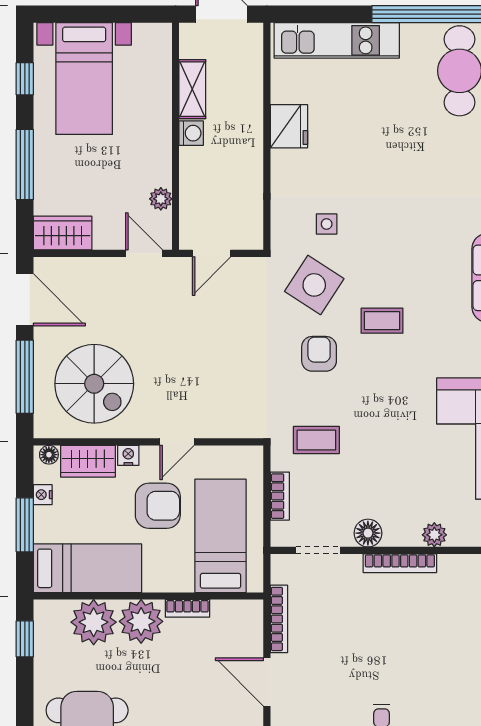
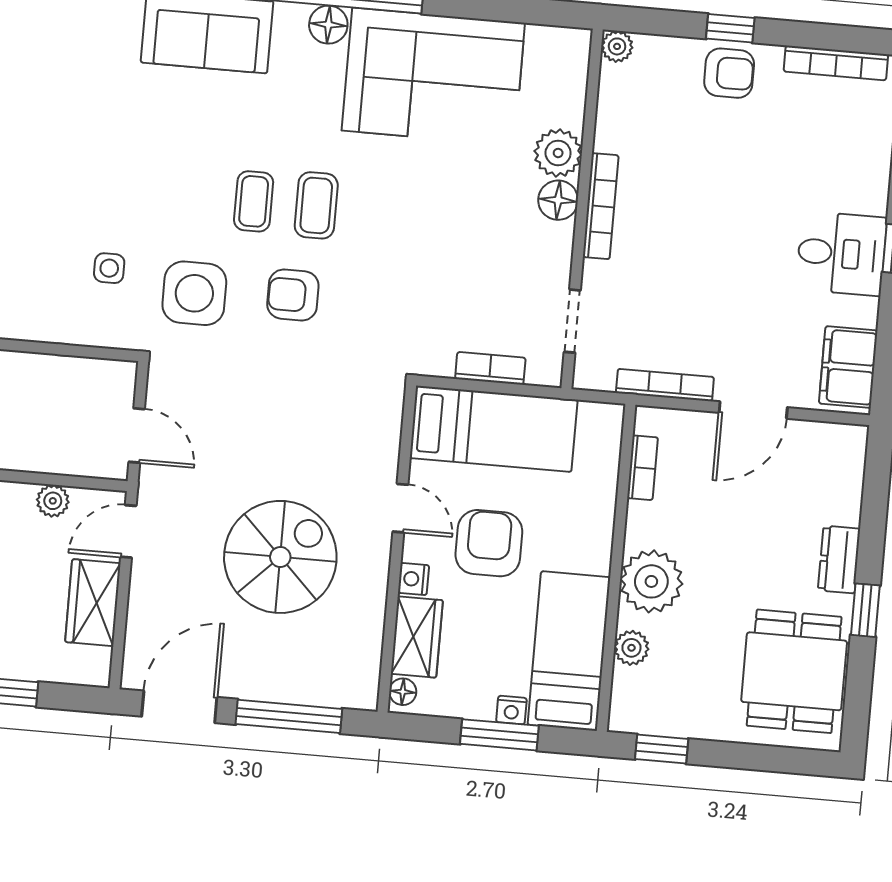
wardrobe: (63, 233) -> (93, 603), moved
side table: (314, 285) -> (194, 293), turned -33
spiral stairs: (94, 384) -> (280, 557), moved
coffee table: (316, 440) -> (316, 205), moved
nightstand: (43, 495) -> (511, 710), moved
floor lamp: (368, 533) -> (558, 200), moved
plant: (434, 535) -> (558, 153), width x1.38, depth x1.38
bed: (221, 536) -> (494, 429), moved, turned 180
bookcase: (187, 608) -> (643, 468), moved
plant: (94, 622) -> (631, 648), width x0.53, depth x0.53

